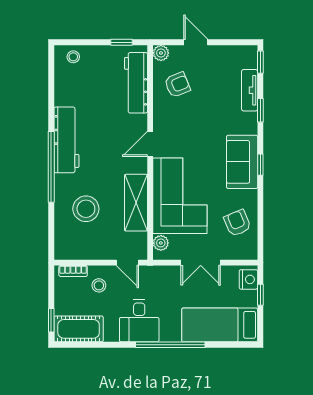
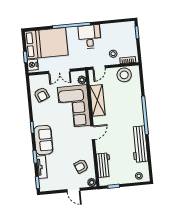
workbench: (136, 83) -> (104, 165), width x0.73
workbench: (66, 140) -> (140, 144), moved
sofa: (242, 162) -> (43, 140), moved
stool: (86, 209) -> (124, 75), moved
door: (127, 263) -> (99, 68), swing flipped
double door: (201, 263) -> (59, 71), swing flipped
bed: (220, 325) -> (46, 43), width x1.50
cot: (79, 329) -> (122, 29), removed

